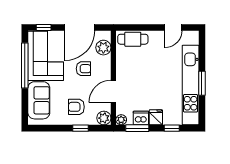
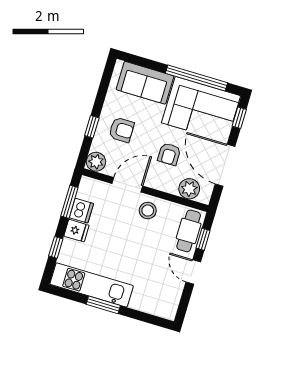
window: (136, 27) -> (203, 239), added
door: (173, 27) -> (193, 272), moved
stool: (127, 72) -> (148, 211), added
kitchen unit: (191, 85) -> (92, 285), width x0.73
door: (113, 91) -> (127, 185), hinge flipped
armchair: (76, 107) -> (121, 130), turned 90
plant: (121, 120) -> (87, 184), removed

